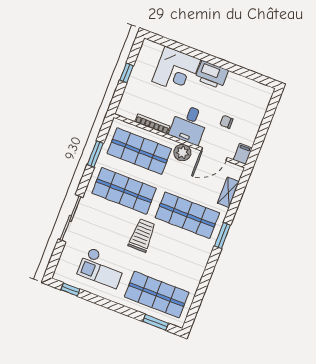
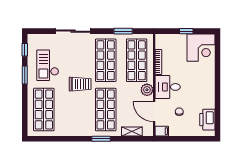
corner desk: (176, 70) -> (201, 48), moved, turned -90
printer: (212, 75) -> (207, 120), moved
window: (156, 322) -> (25, 75), moved

